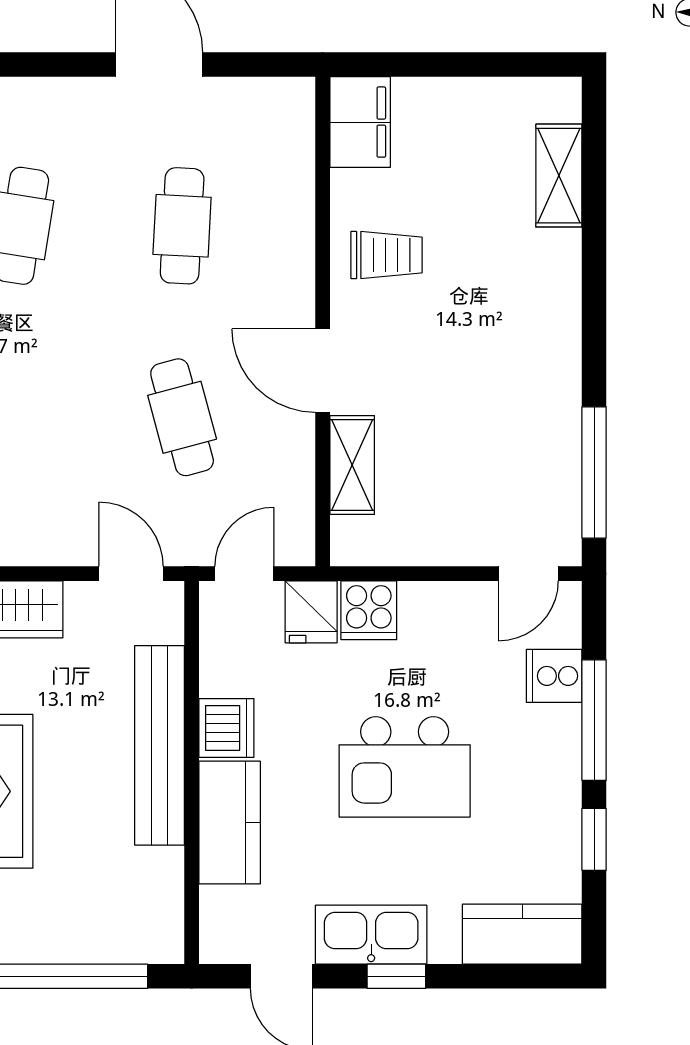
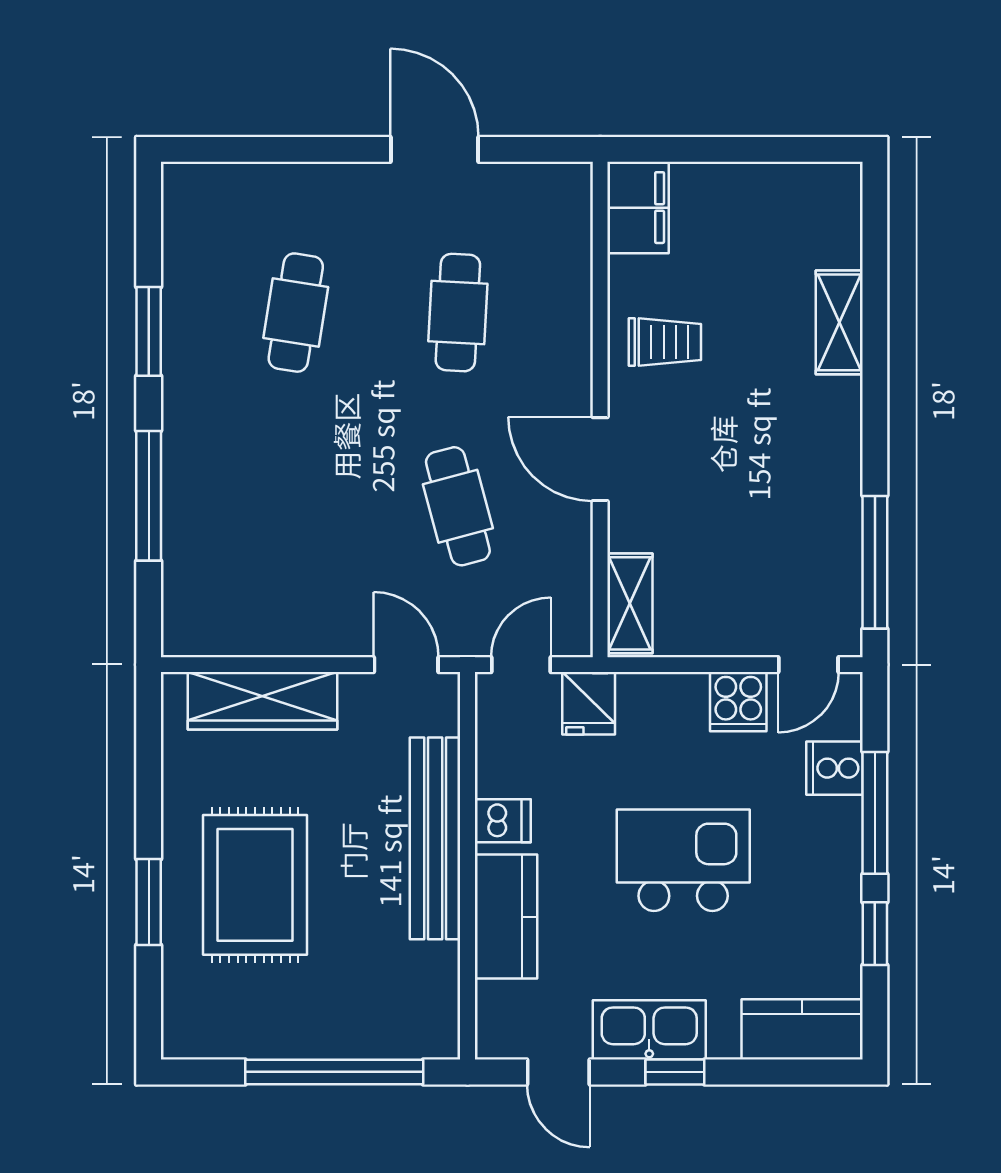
shelving: (559, 176) -> (839, 322), moved
shelving: (352, 465) -> (630, 603), moved
cooker: (369, 610) -> (738, 702), moved
dishwasher: (226, 728) -> (503, 821), width x0.73
kitchen island: (405, 767) -> (683, 860), turned 180

